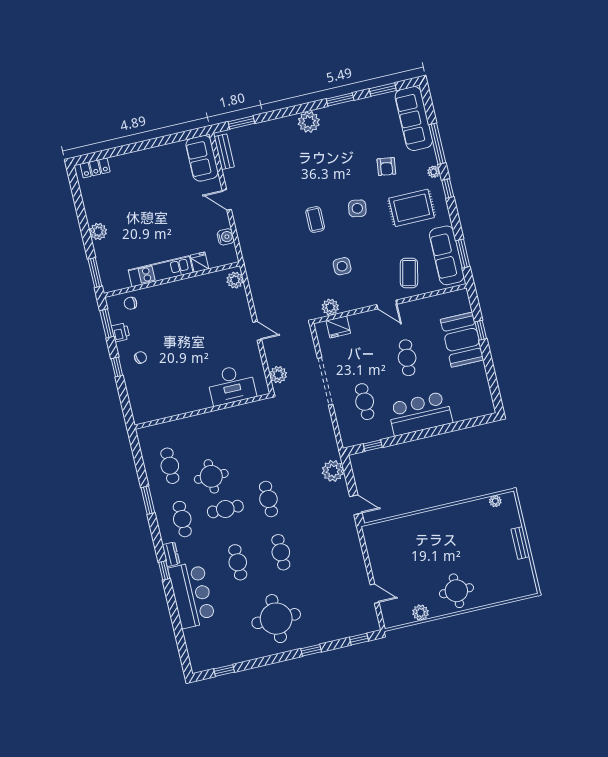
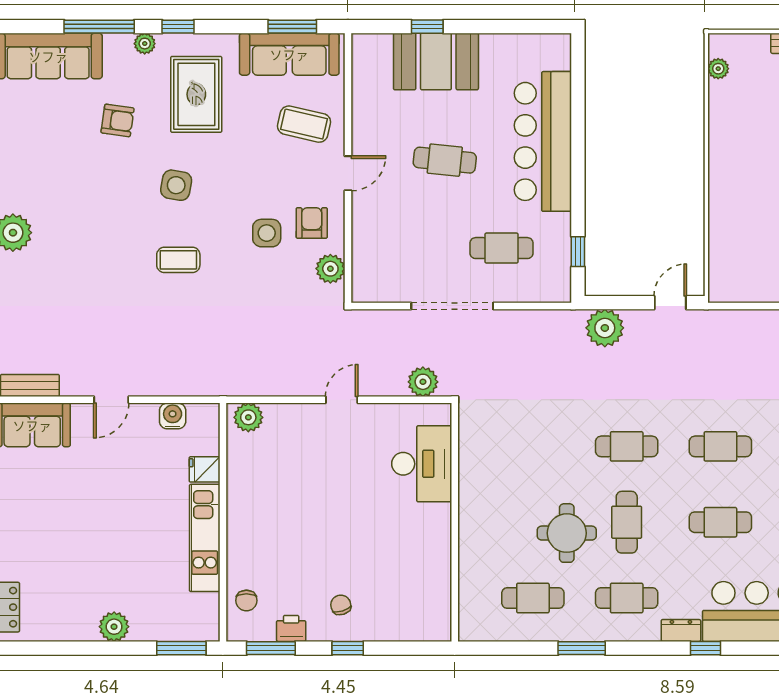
armchair: (354, 290) -> (312, 223), added
fridge: (338, 327) -> (367, 263), removed
bar counter: (420, 414) -> (543, 141), width x1.36

